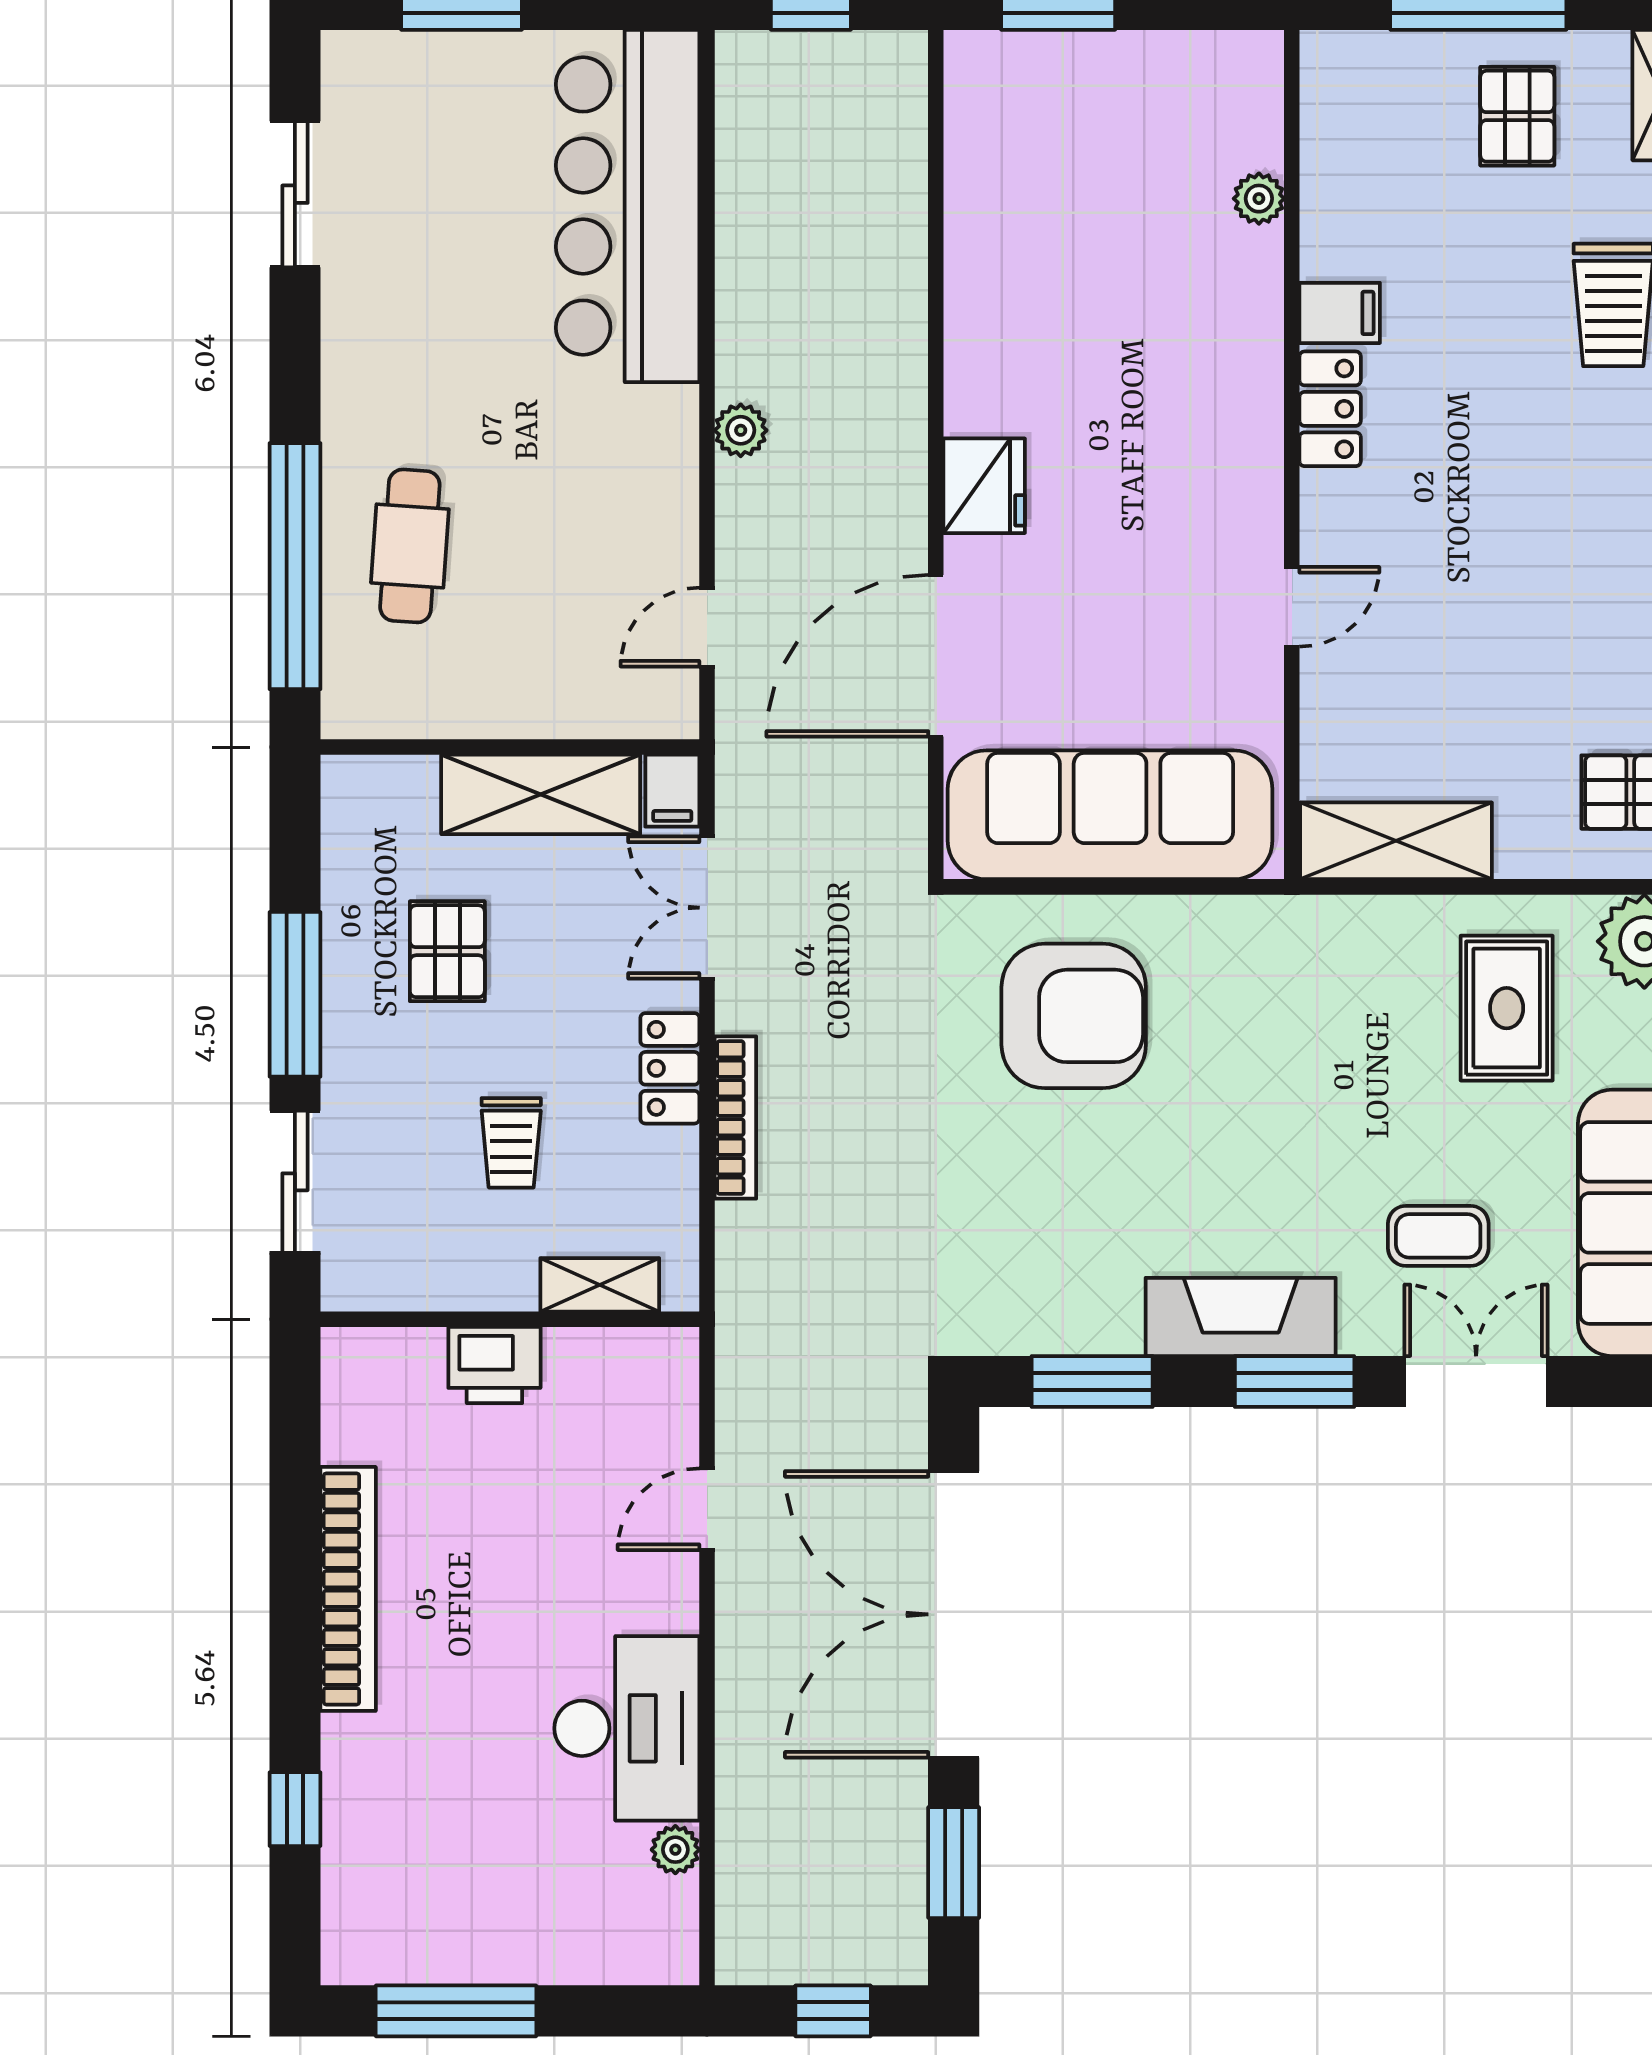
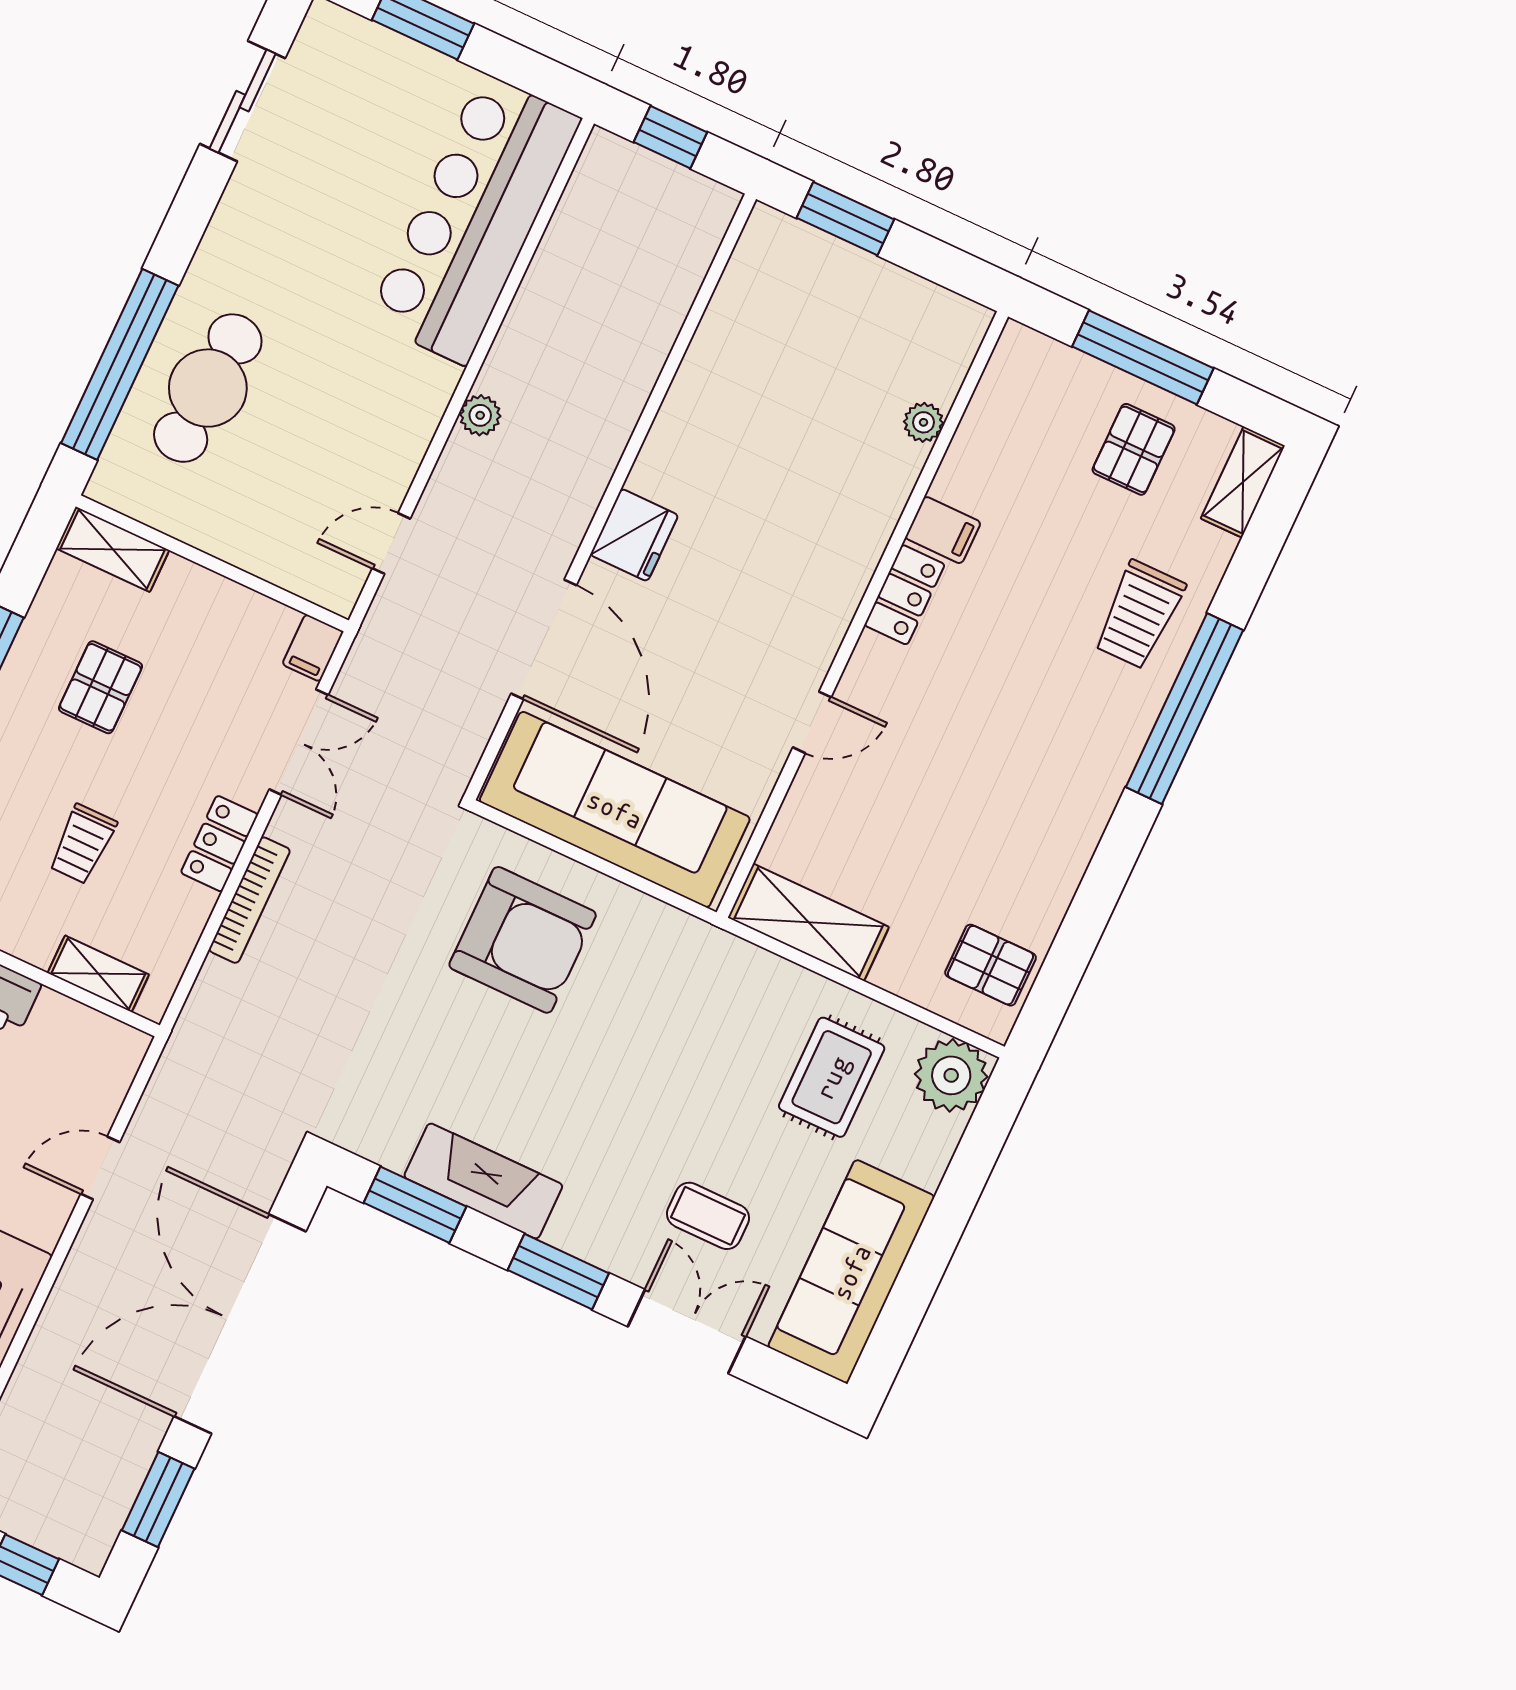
cafe table: (410, 546) -> (208, 388), width x1.37, depth x1.35
door: (936, 656) -> (544, 639), swing flipped
shelving: (541, 794) -> (113, 549), moved, width x0.67, depth x0.75
double door: (707, 908) -> (299, 742), swing flipped
fireplace: (1241, 1317) -> (483, 1181), moved

